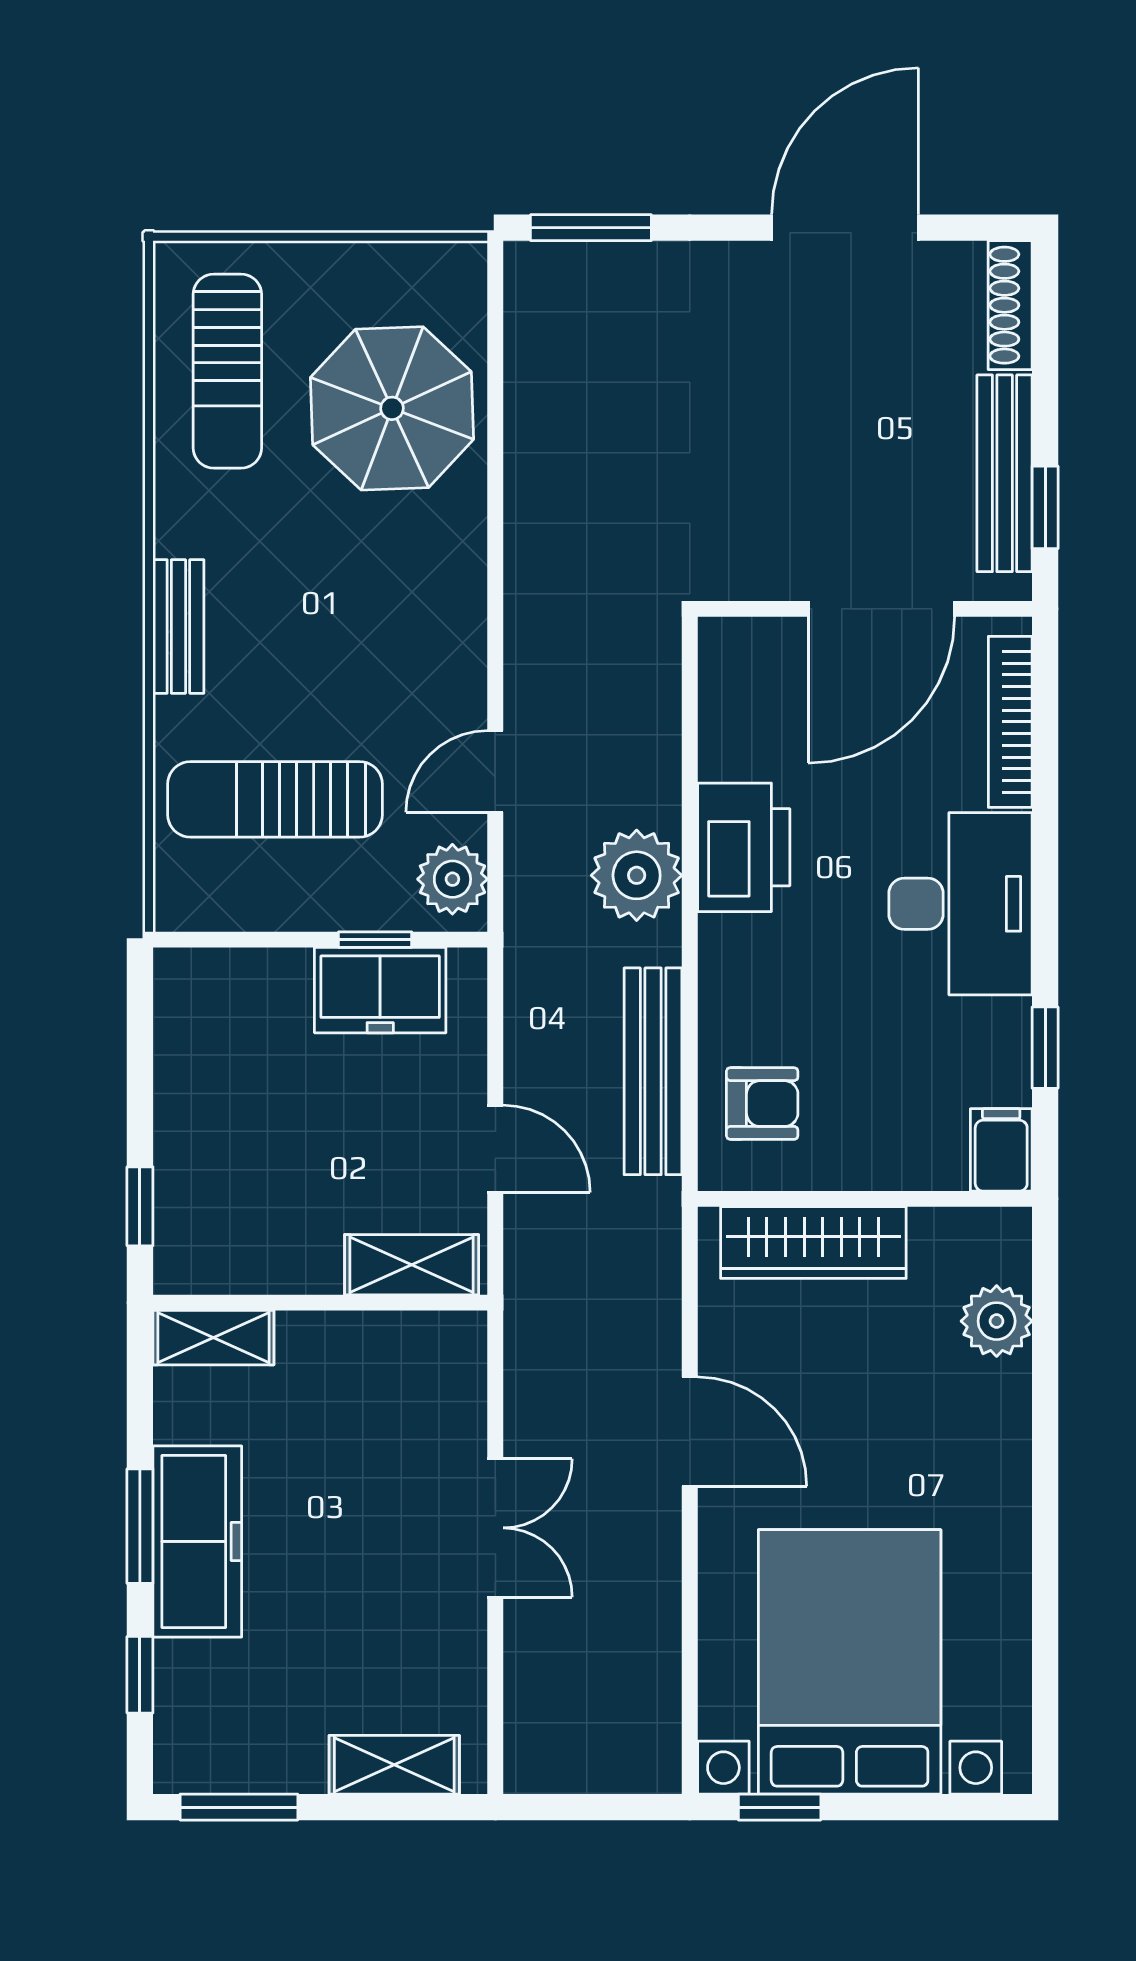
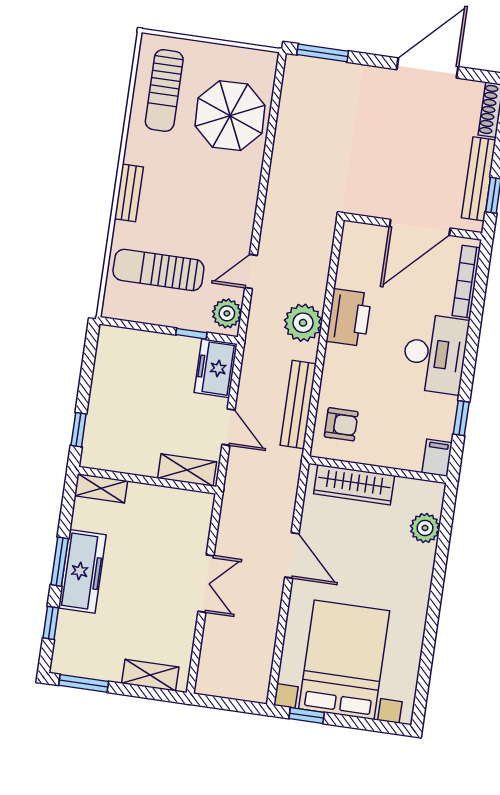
freezer: (380, 990) -> (216, 368), moved, turned 90

